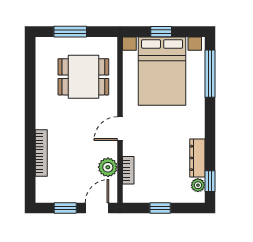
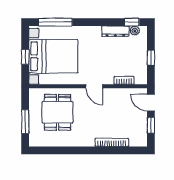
plant: (108, 167) -> (122, 95), removed

